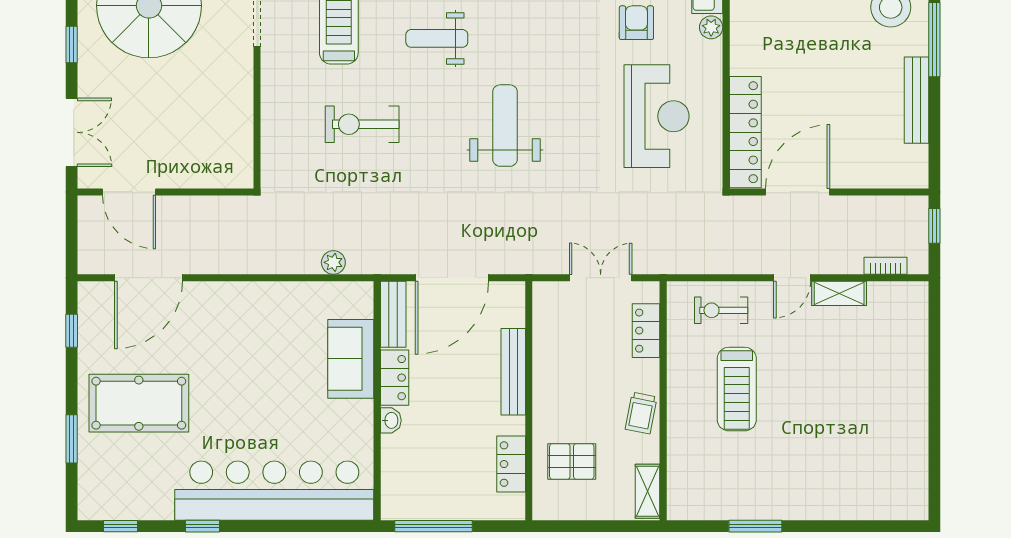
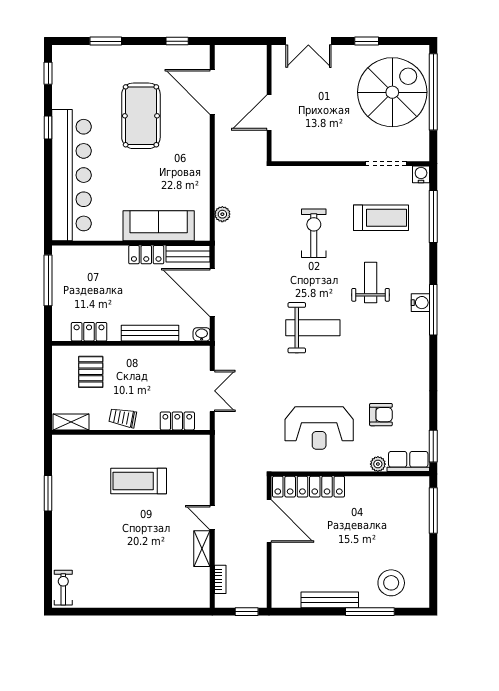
door: (129, 192) -> (269, 112), moved
exercise bike: (721, 310) -> (63, 588), moved
sofa: (351, 359) -> (159, 226), width x1.36
pool table: (139, 403) -> (141, 116), moved
washbasin: (391, 420) -> (202, 334), moved, turned 180

